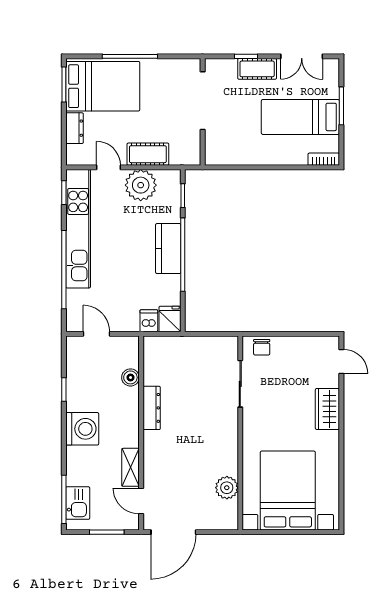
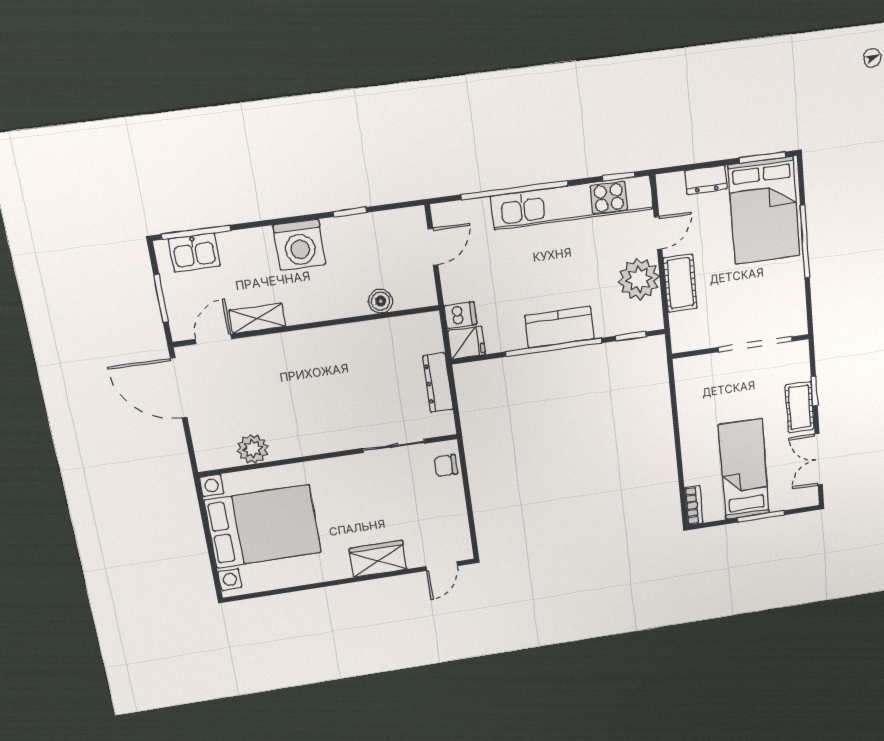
dresser: (152, 408) -> (438, 383), moved, turned 90

